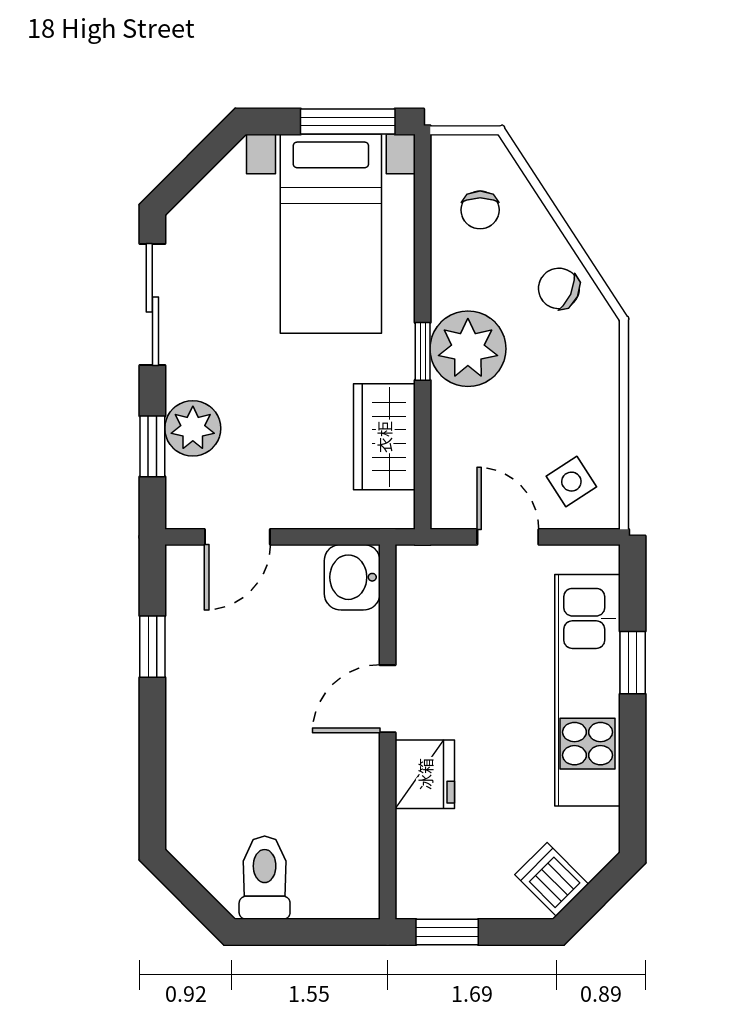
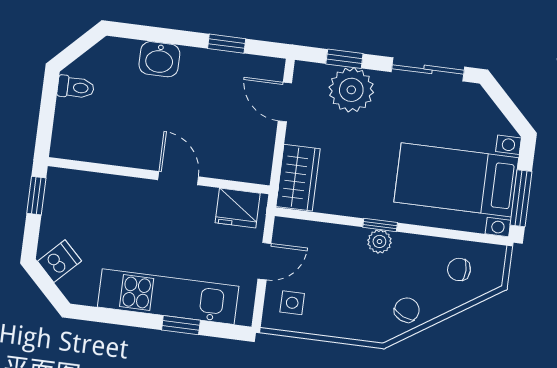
plant: (468, 349) -> (379, 241), width x0.53, depth x0.53
plant: (193, 428) -> (351, 90), width x1.36, depth x1.36
wardrobe: (384, 437) -> (298, 178), moved, turned 90
side table: (571, 482) -> (292, 303), turned 33
washbasin: (352, 577) -> (159, 59), moved, turned 180
fridge: (425, 774) -> (238, 208), moved
toilet: (265, 878) -> (76, 87), width x0.73, depth x0.72

